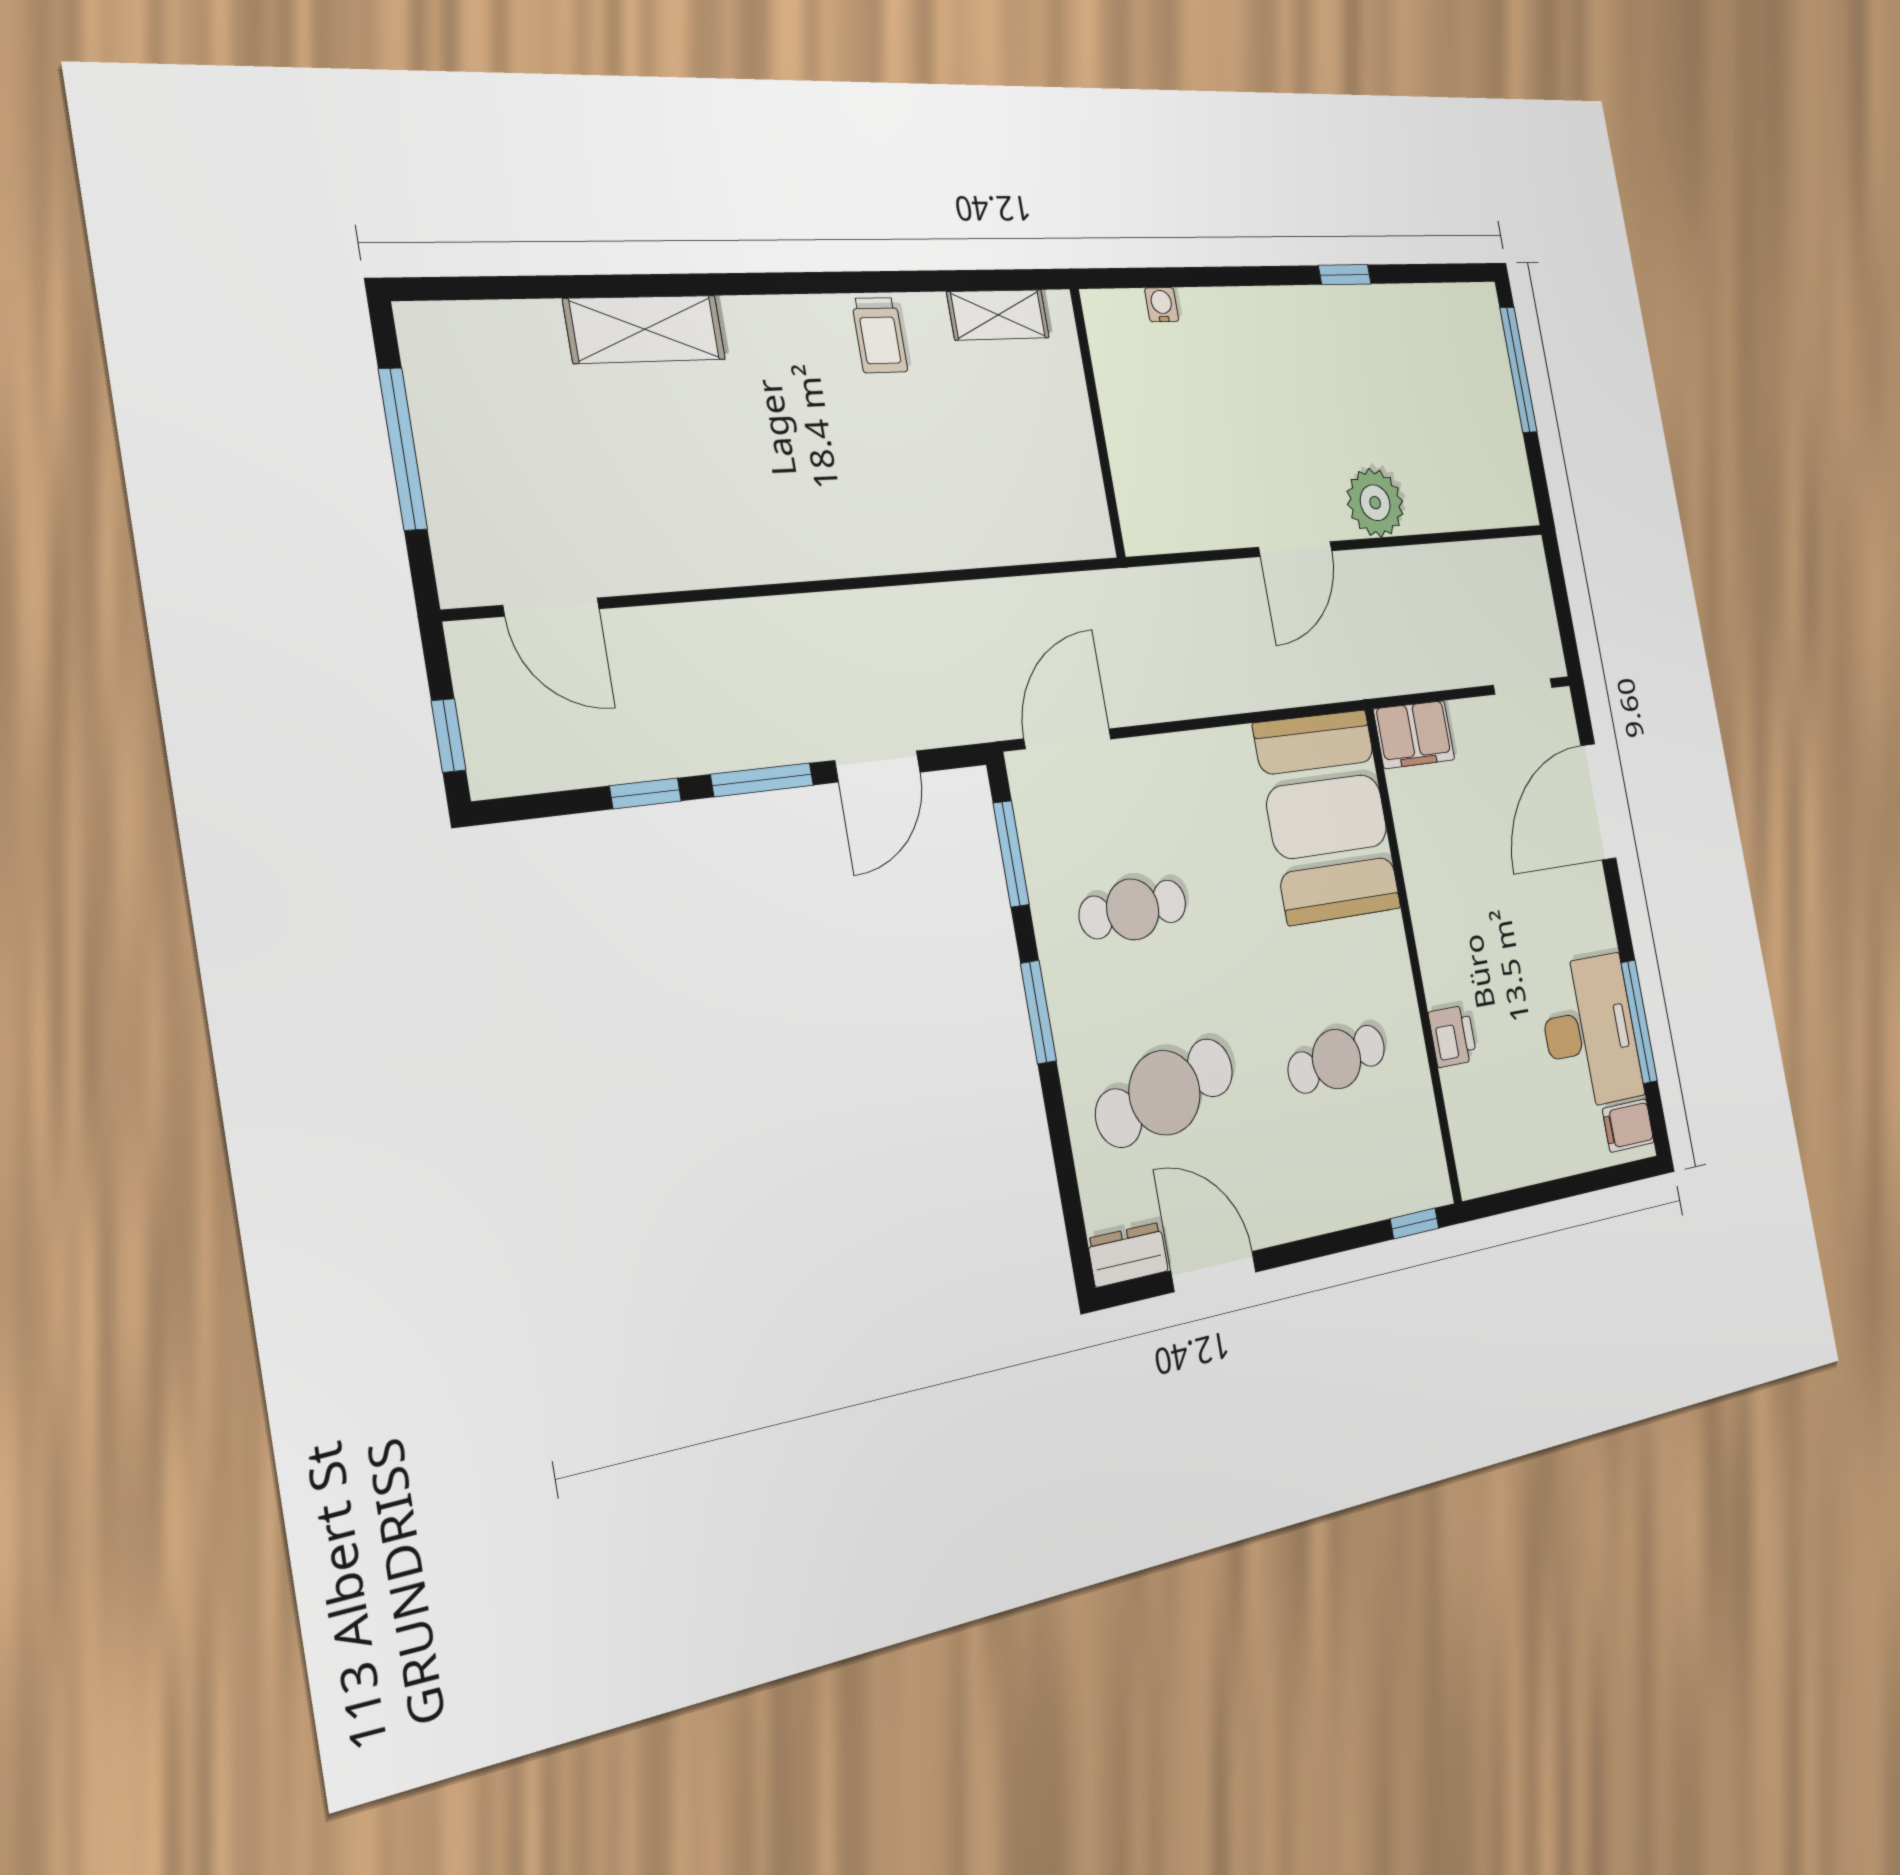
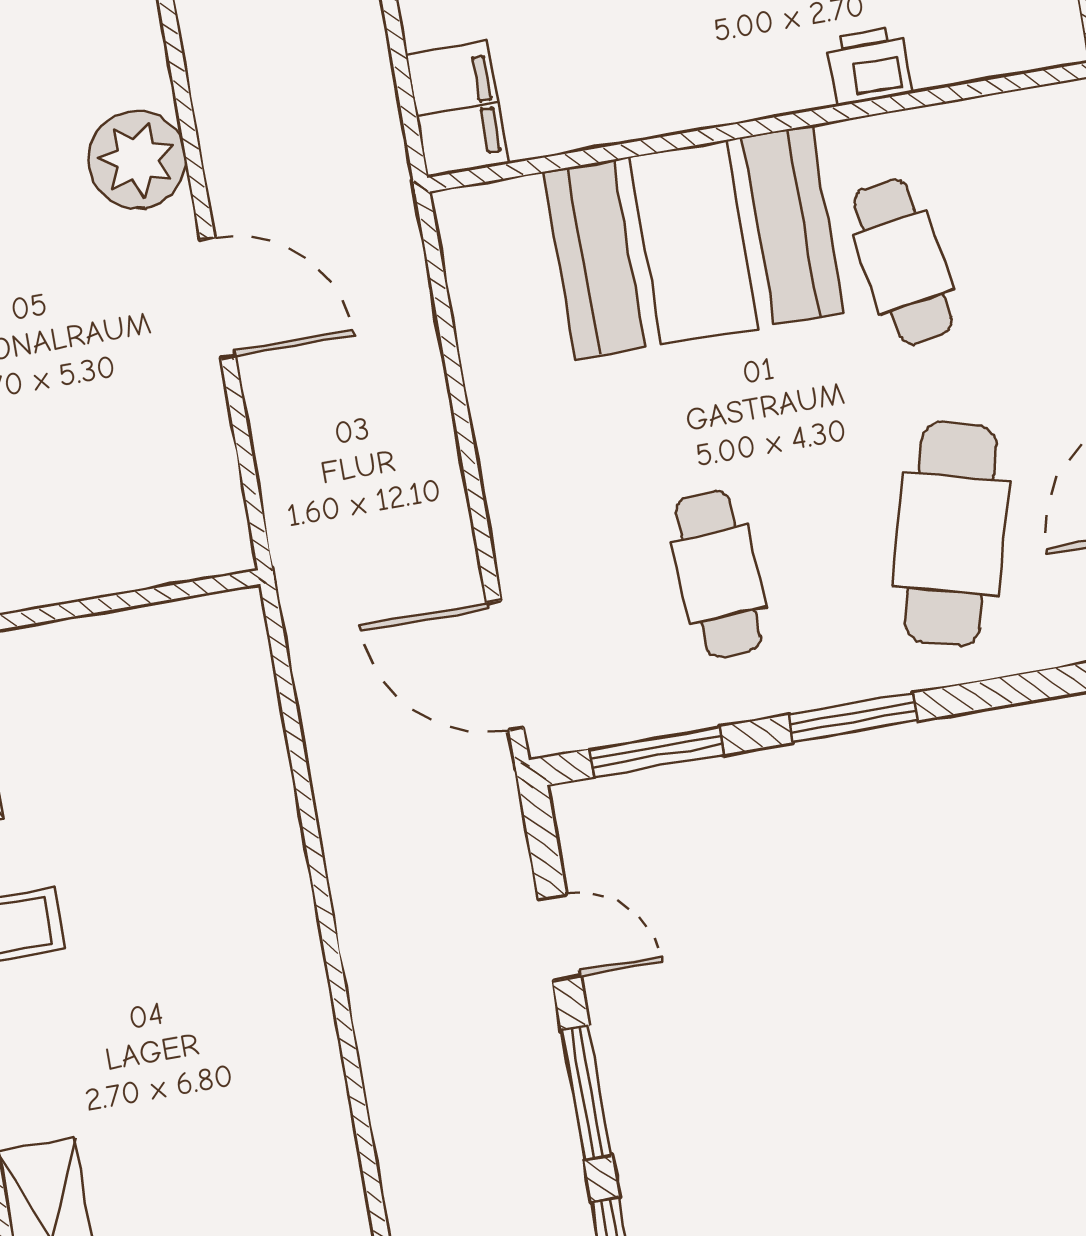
door: (878, 766) -> (560, 937), width x0.73
booth: (1327, 816) -> (693, 242), moved
cafe table: (1165, 1093) -> (951, 534), turned 30

